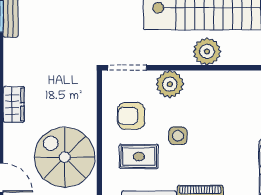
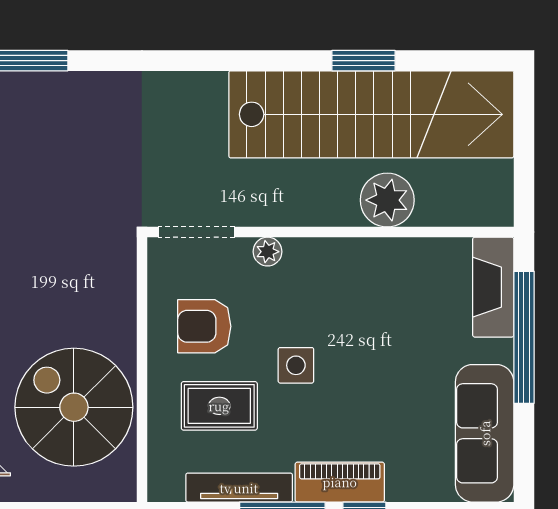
plant: (207, 51) -> (387, 200), moved
plant: (170, 84) -> (268, 252), width x0.53, depth x0.53

